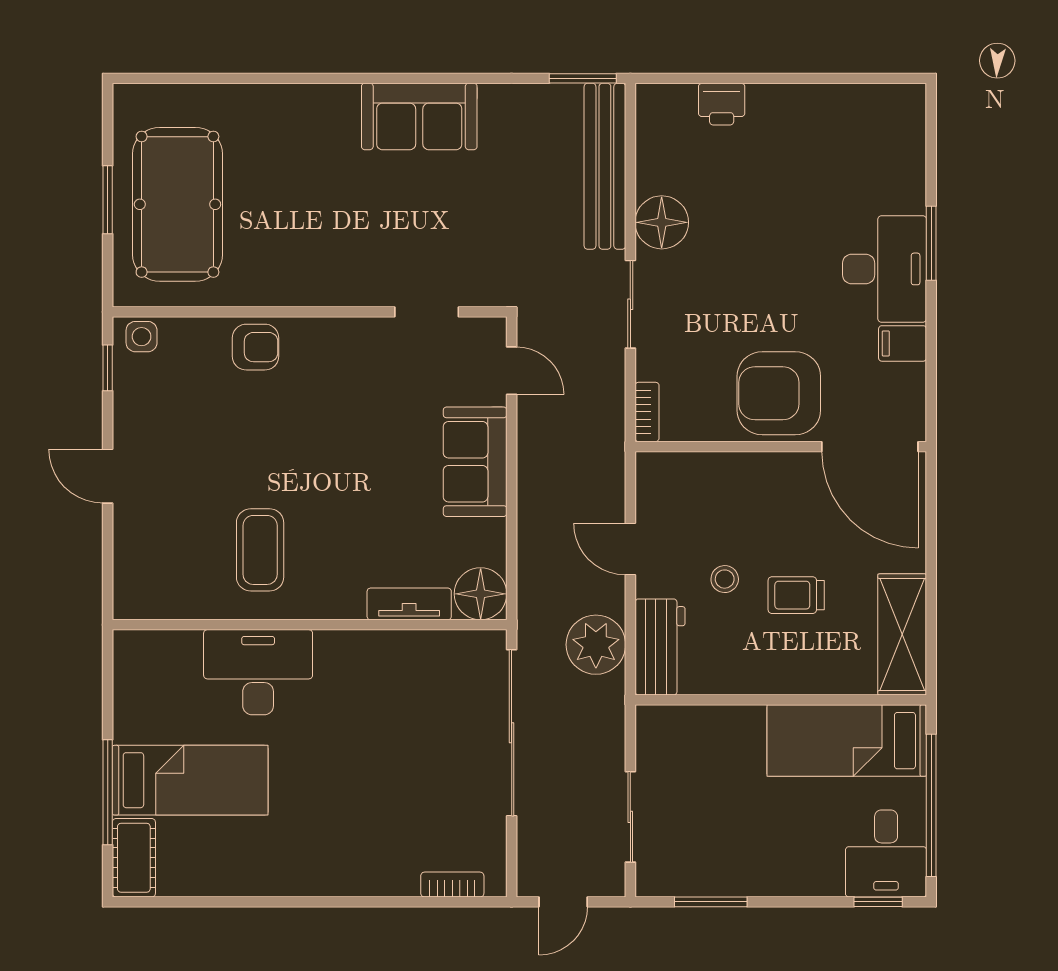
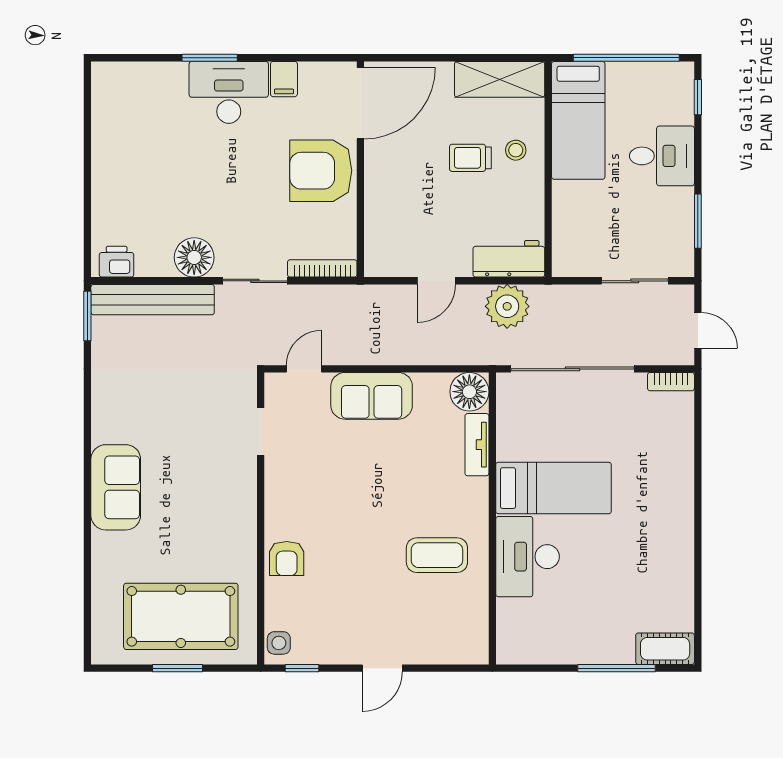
printer: (722, 104) -> (117, 262), moved, turned -90
sofa: (419, 116) -> (116, 487), moved
armchair: (256, 347) -> (287, 559), turned 180
armchair: (779, 393) -> (321, 171), turned 90
bookcase: (647, 412) -> (322, 268), width x1.56
stool: (725, 579) -> (516, 150), moved
trolley: (796, 595) -> (470, 158), turned 90
bed: (190, 780) -> (554, 488), moved, turned 90
desk: (886, 854) -> (662, 156), moved
bookcase: (452, 885) -> (671, 382), moved, turned -90

